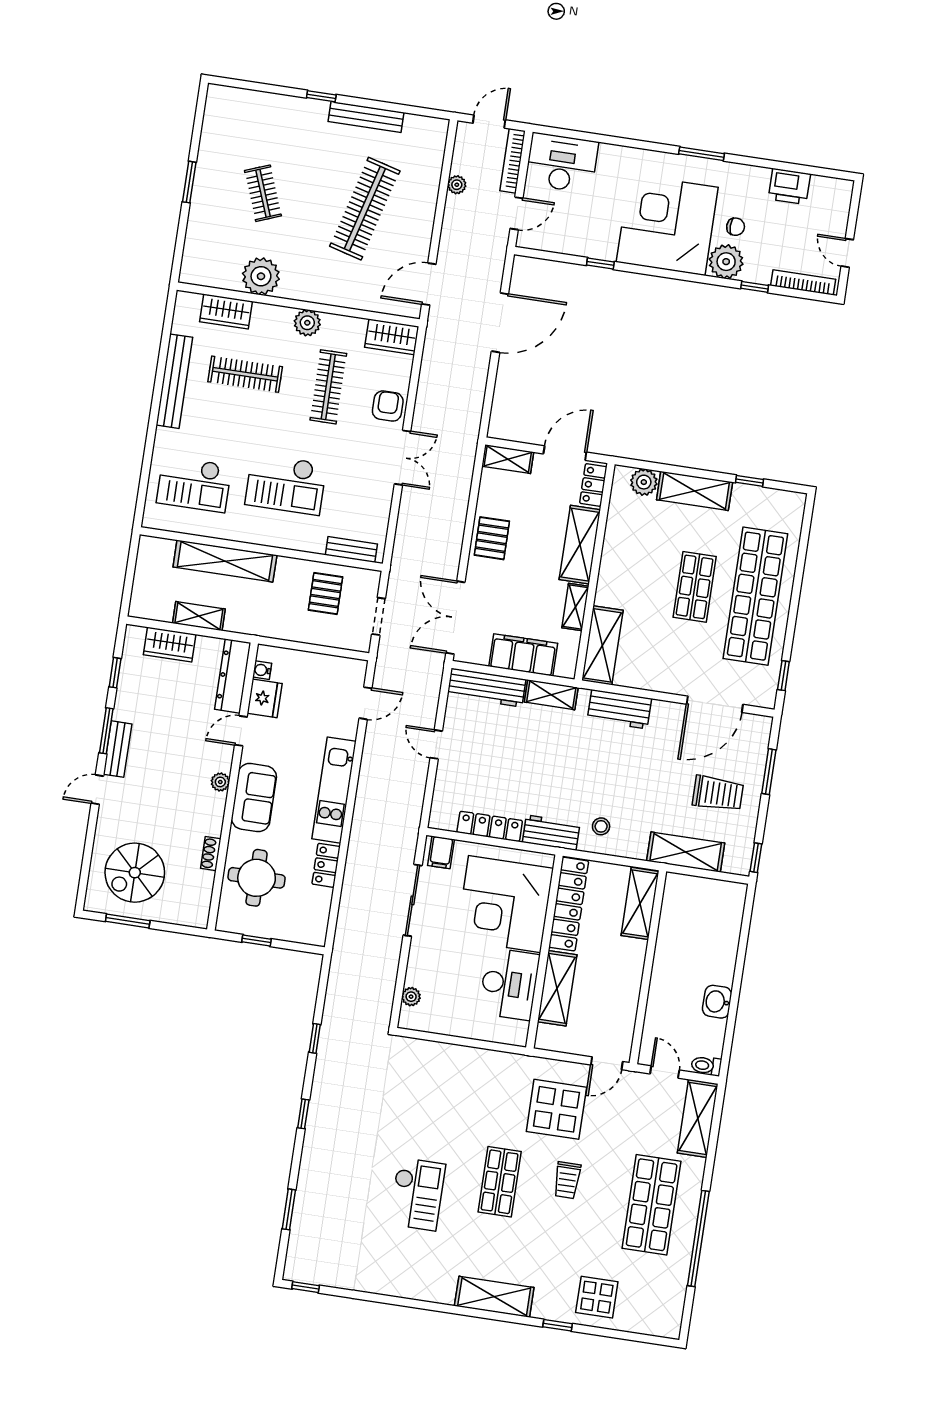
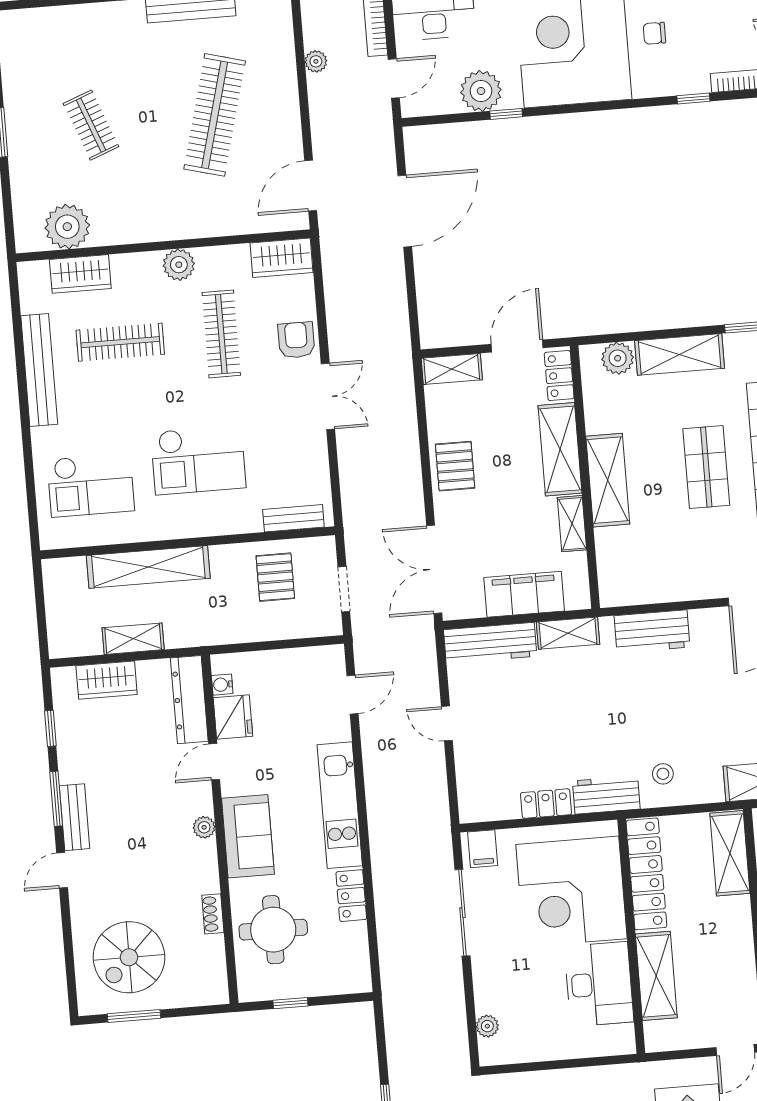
chair: (736, 227) -> (654, 33), turned 180
plant: (726, 262) -> (481, 91), moved
plant: (261, 276) -> (67, 227), moved
shelving: (602, 645) -> (608, 480), moved
locker: (490, 826) -> (546, 804), width x0.66

